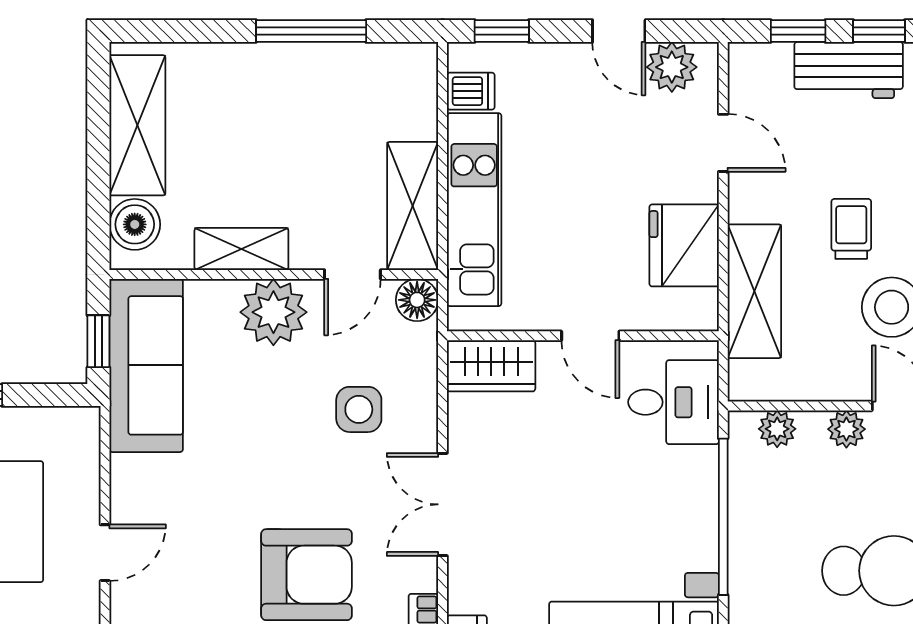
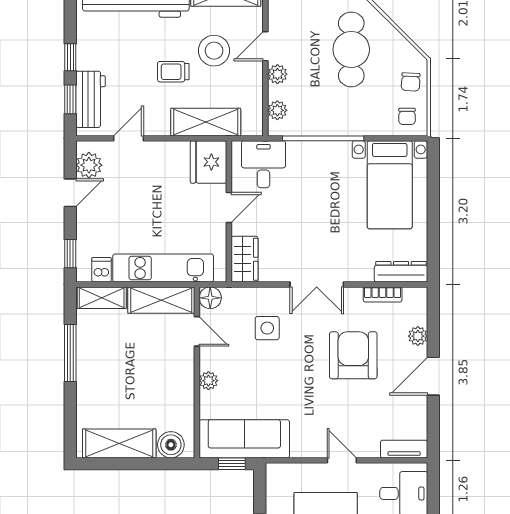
workbench: (849, 70) -> (91, 99), moved
fridge: (684, 245) -> (209, 162), moved, turned 90
shelving: (241, 249) -> (102, 298), moved, turned 90
plant: (273, 312) -> (208, 381), width x0.53, depth x0.53

